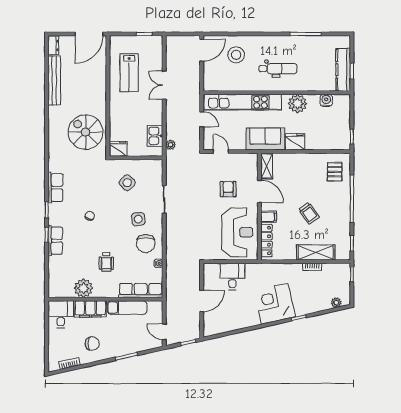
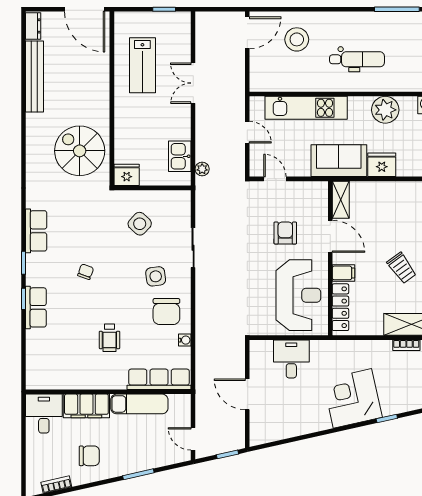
door: (89, 34) -> (85, 9), hinge flipped
kitchen unit: (243, 102) -> (306, 108), width x0.73
plant: (83, 288) -> (77, 376), removed
door: (202, 301) -> (247, 394), swing flipped

